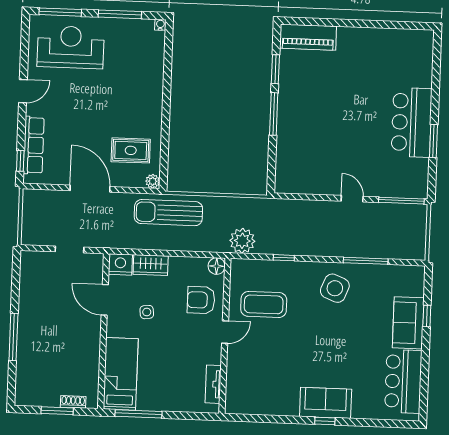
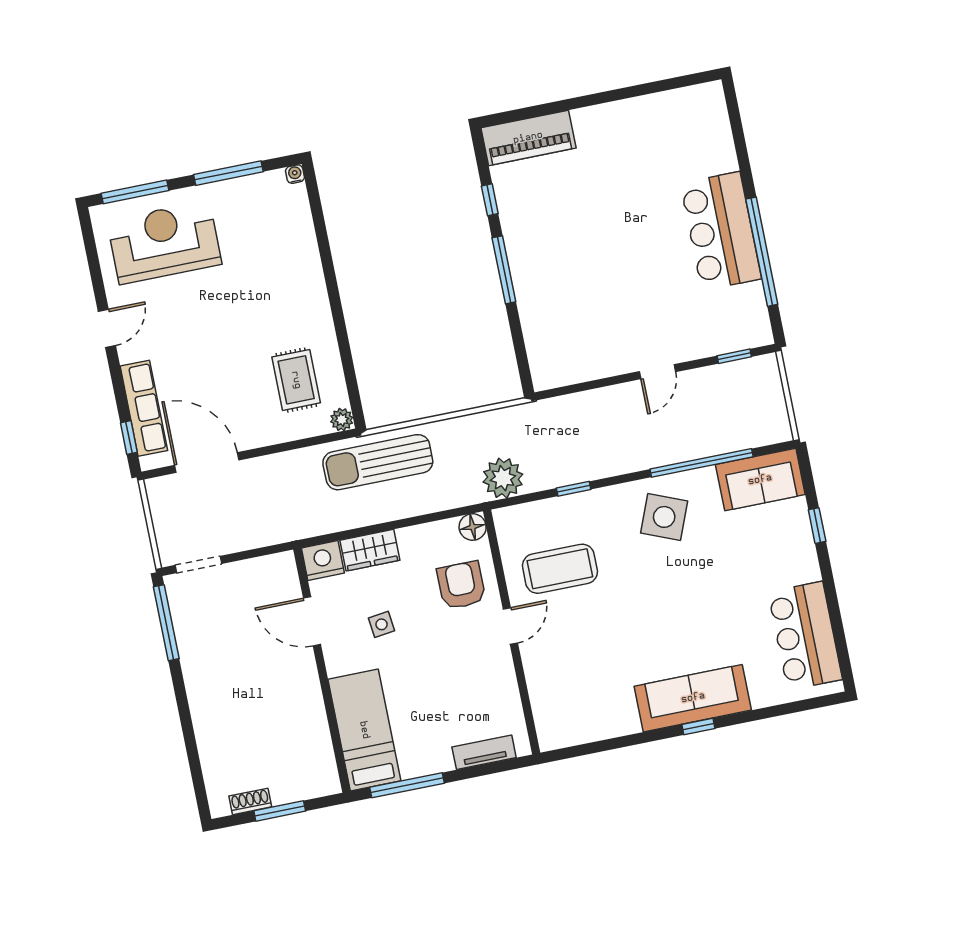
window: (275, 69) -> (490, 200), width x0.67
window: (434, 141) -> (762, 252), width x2.11
rug: (131, 150) -> (296, 380), turned 90
door: (90, 189) -> (207, 463), moved
door: (352, 199) -> (657, 372), swing flipped
window: (401, 201) -> (734, 356), width x0.46
doorway: (69, 249) -> (198, 564), moved
window: (366, 261) -> (702, 463), width x1.46
armchair: (201, 300) -> (461, 585), turned 90
sofa: (408, 323) -> (760, 480), moved, turned -90
window: (13, 337) -> (166, 623), moved
tv unit: (213, 384) -> (484, 752), moved, turned 90
shoe rack: (73, 402) -> (250, 801), moved
sofa: (326, 403) -> (693, 698), width x1.36

